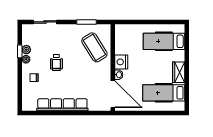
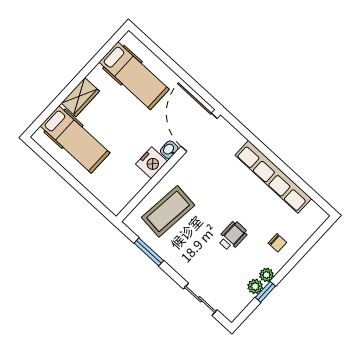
coffee table: (94, 47) -> (168, 211), turned 38
wardrobe: (179, 72) -> (80, 97), moved

